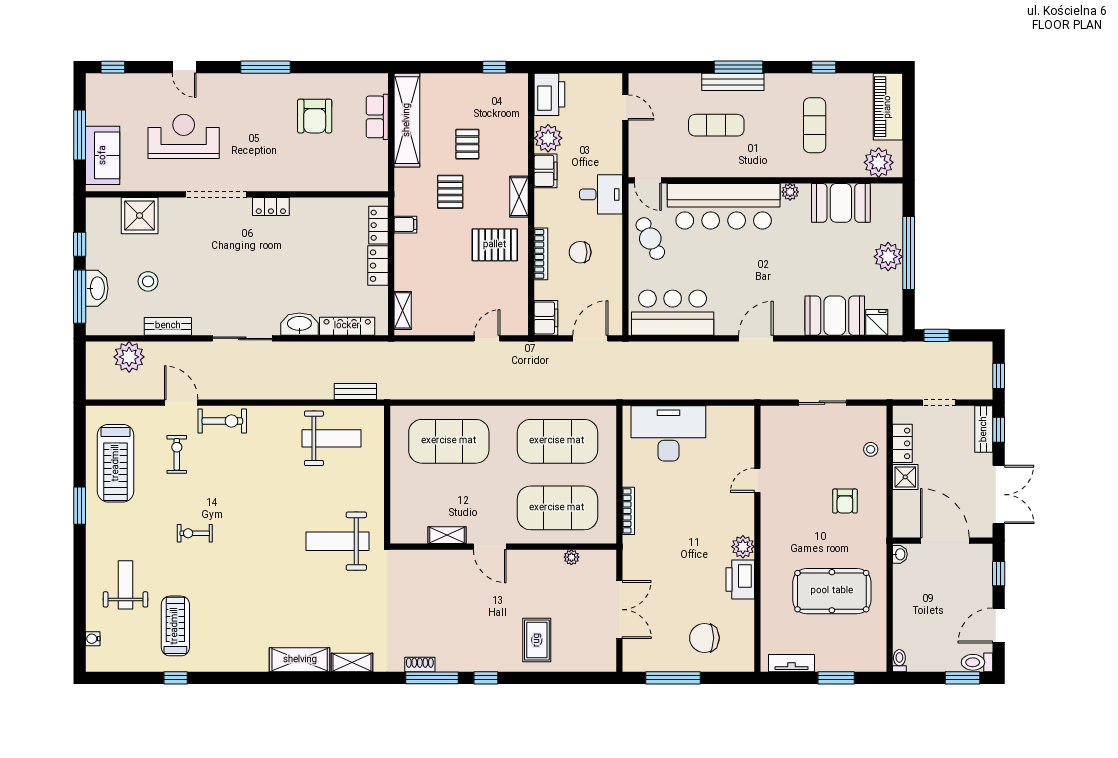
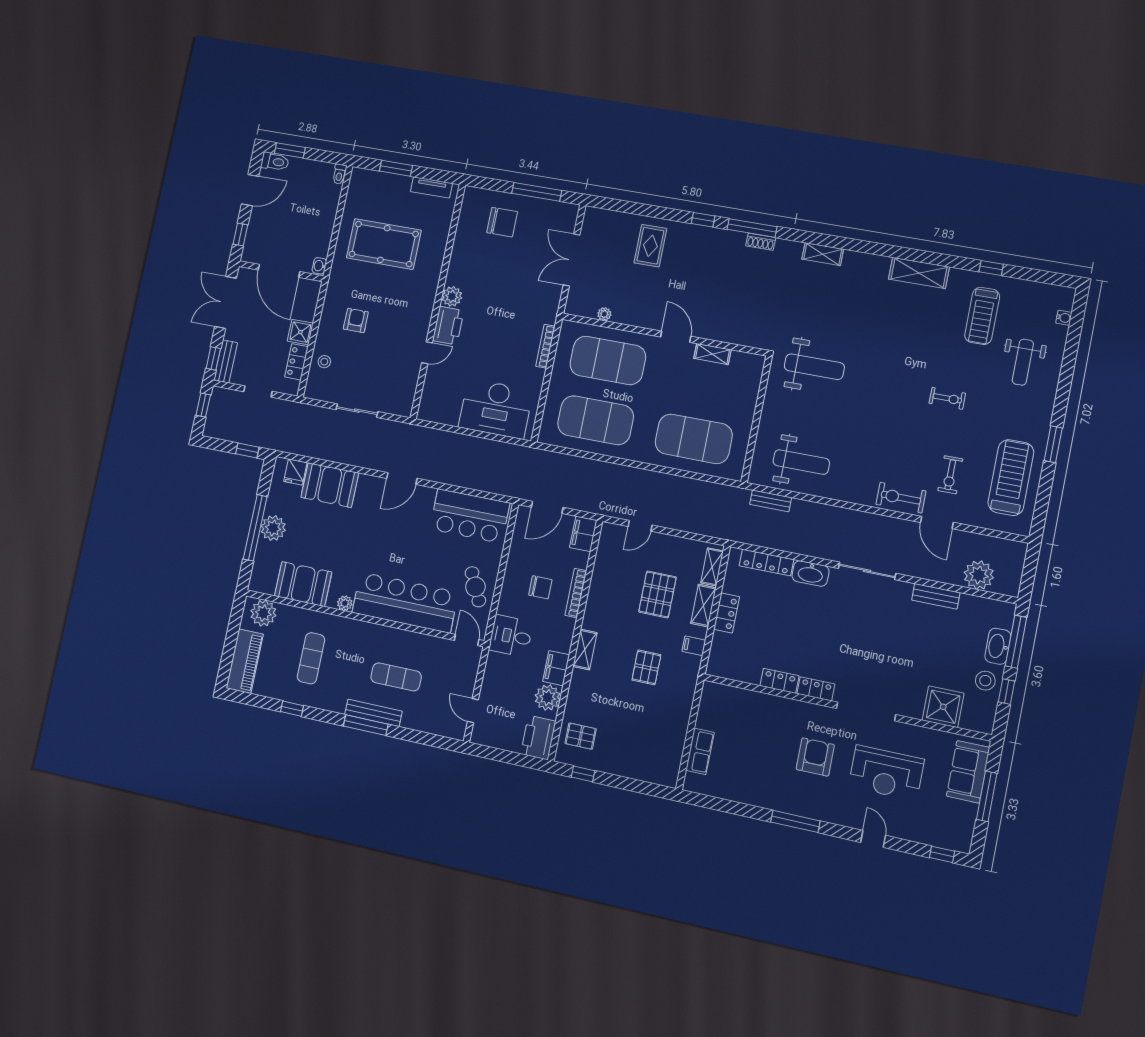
armchair: (315, 116) -> (815, 757), moved
shelving: (407, 120) -> (703, 606), moved, width x0.45, depth x0.75
pallet: (467, 144) -> (581, 736), moved, turned 90
locker: (378, 225) -> (779, 681), moved, turned -90
pallet: (495, 245) -> (657, 594), moved, turned 90
stool: (148, 281) -> (985, 681), moved
weight bench: (332, 438) -> (801, 462), turned 180
printer: (740, 579) -> (448, 326), moved
shelving: (300, 660) -> (919, 273), moved

